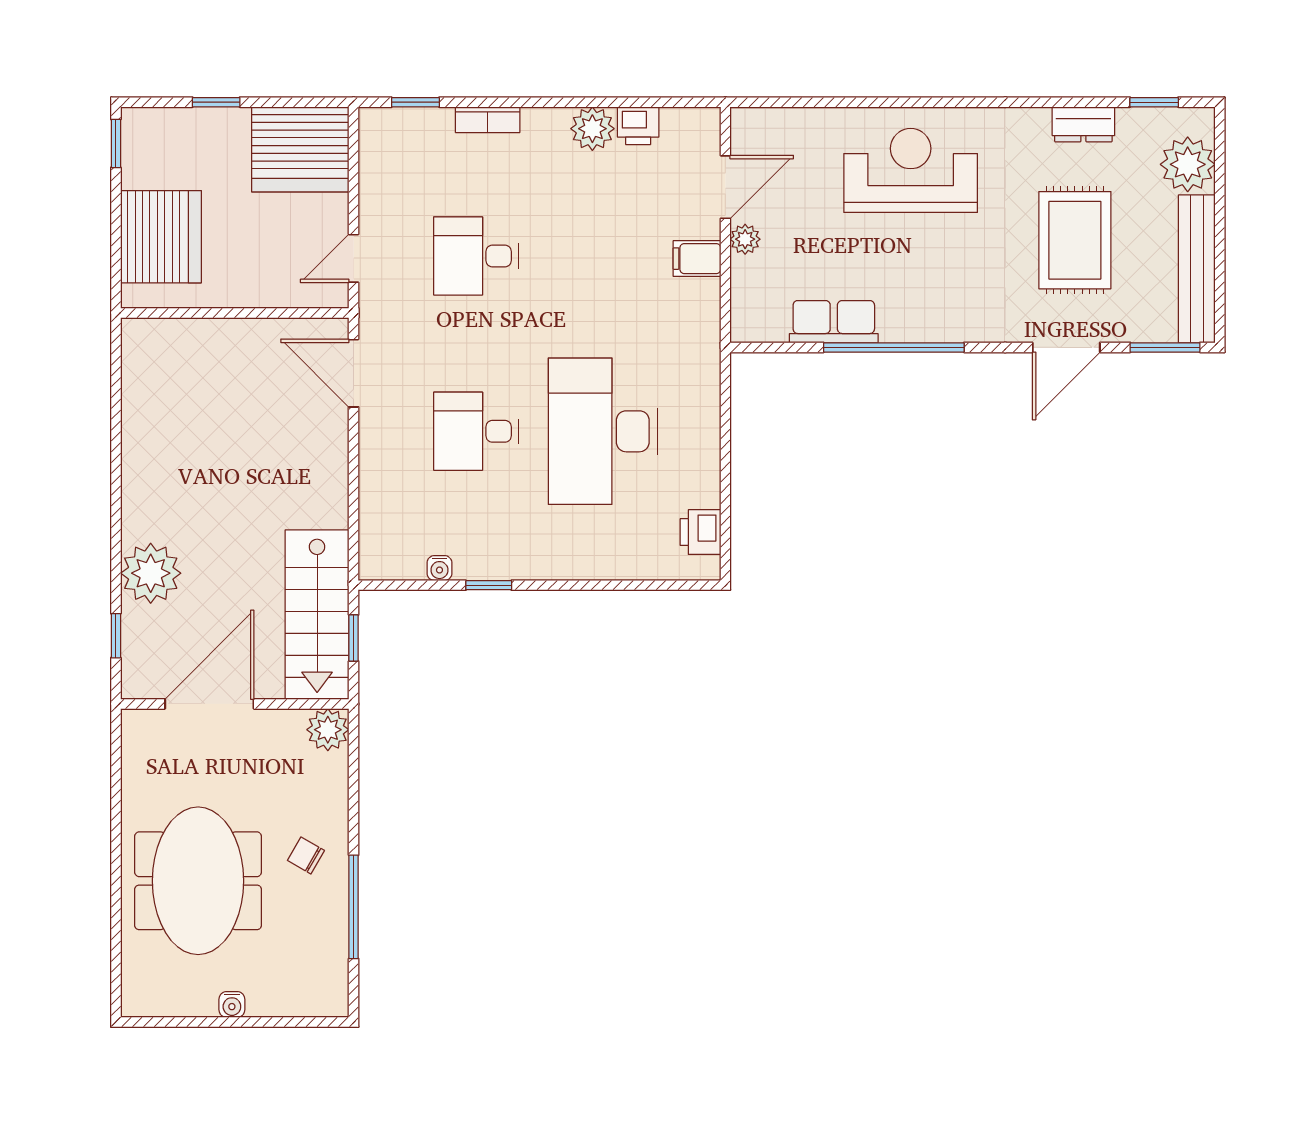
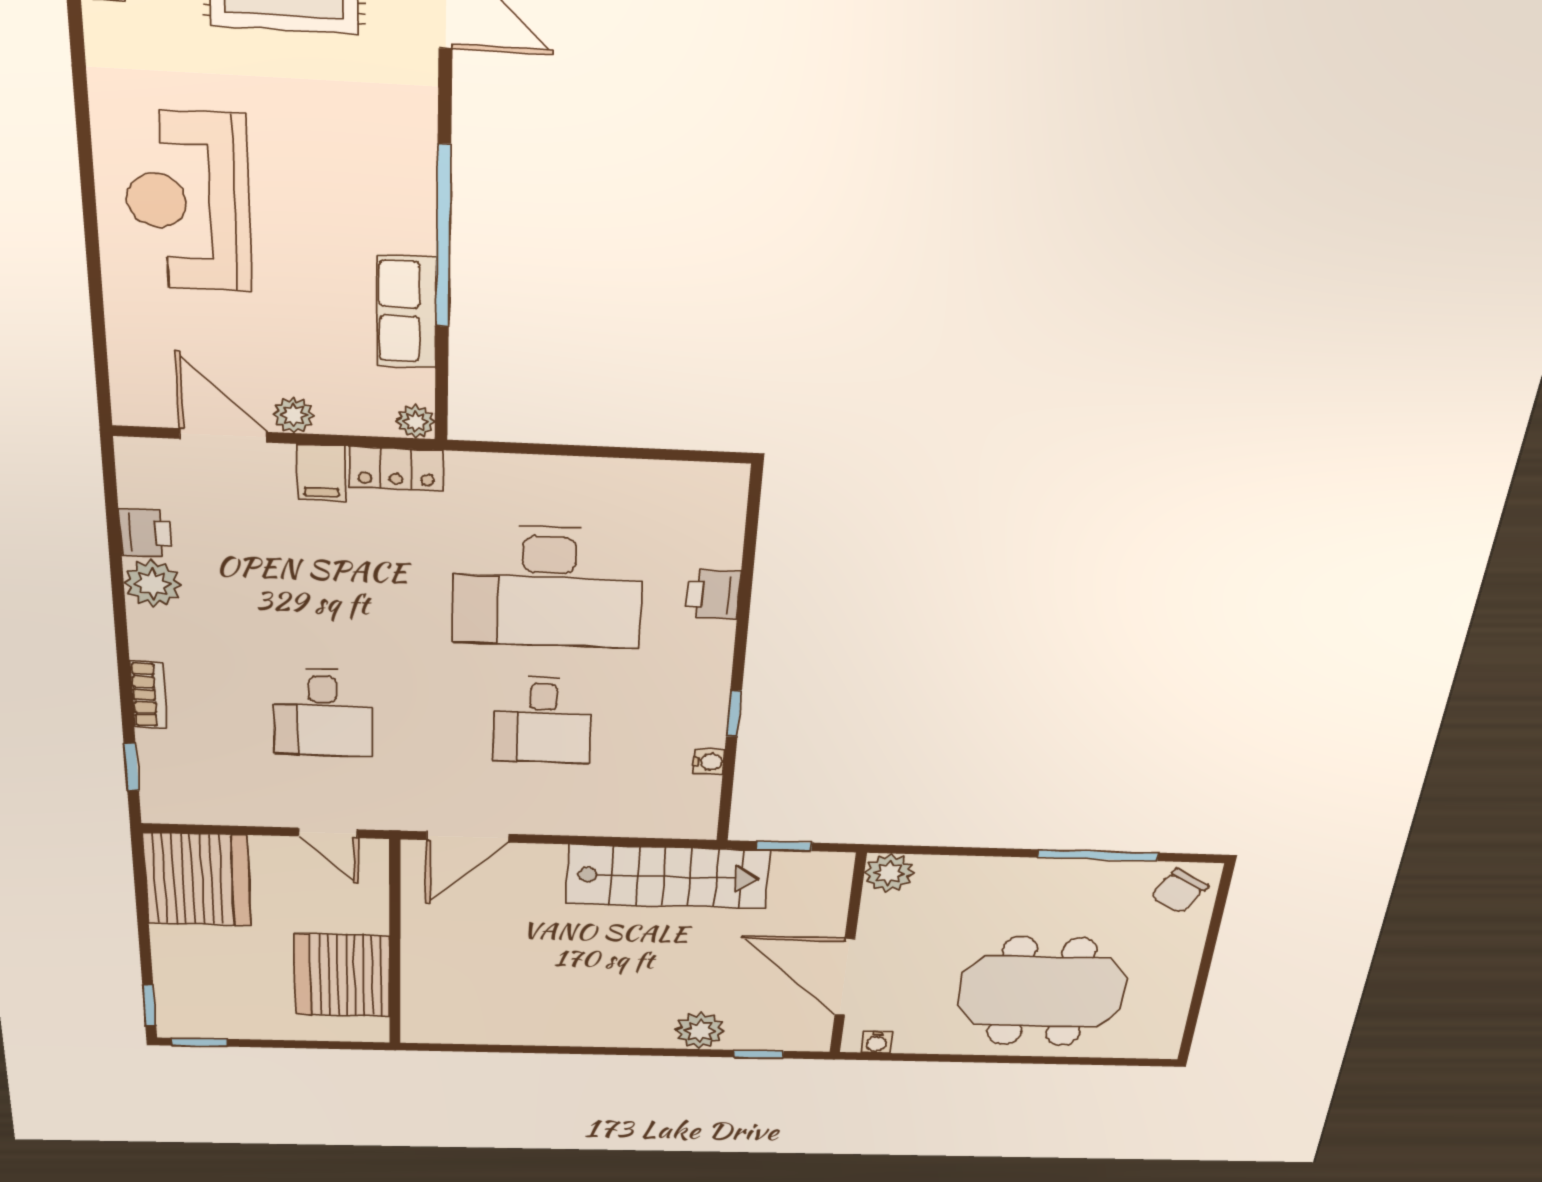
window: (216, 102) -> (149, 1005), moved
server rack: (161, 237) -> (342, 975), moved, turned -90
locker: (703, 314) -> (396, 469), added
plant: (744, 329) -> (416, 421), added
printer: (700, 532) -> (713, 595), moved, turned 90
plant: (151, 573) -> (700, 1031), width x0.73, depth x0.73
stairs: (317, 615) -> (668, 877), moved
chair: (306, 855) -> (1179, 891), moved, width x1.37, depth x1.37
water cooler: (232, 1005) -> (877, 1042), moved, turned 90

